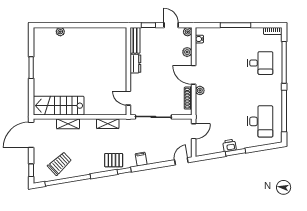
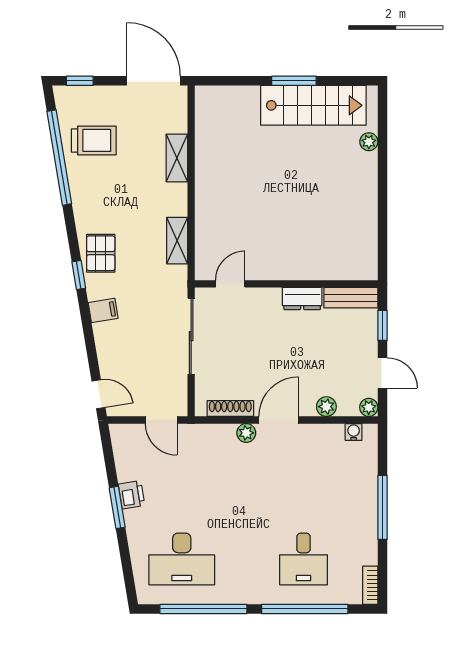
door: (171, 25) -> (383, 373), hinge flipped
stairs: (59, 106) -> (313, 105), moved, turned 90
trolley: (60, 164) -> (94, 140), turned -47

